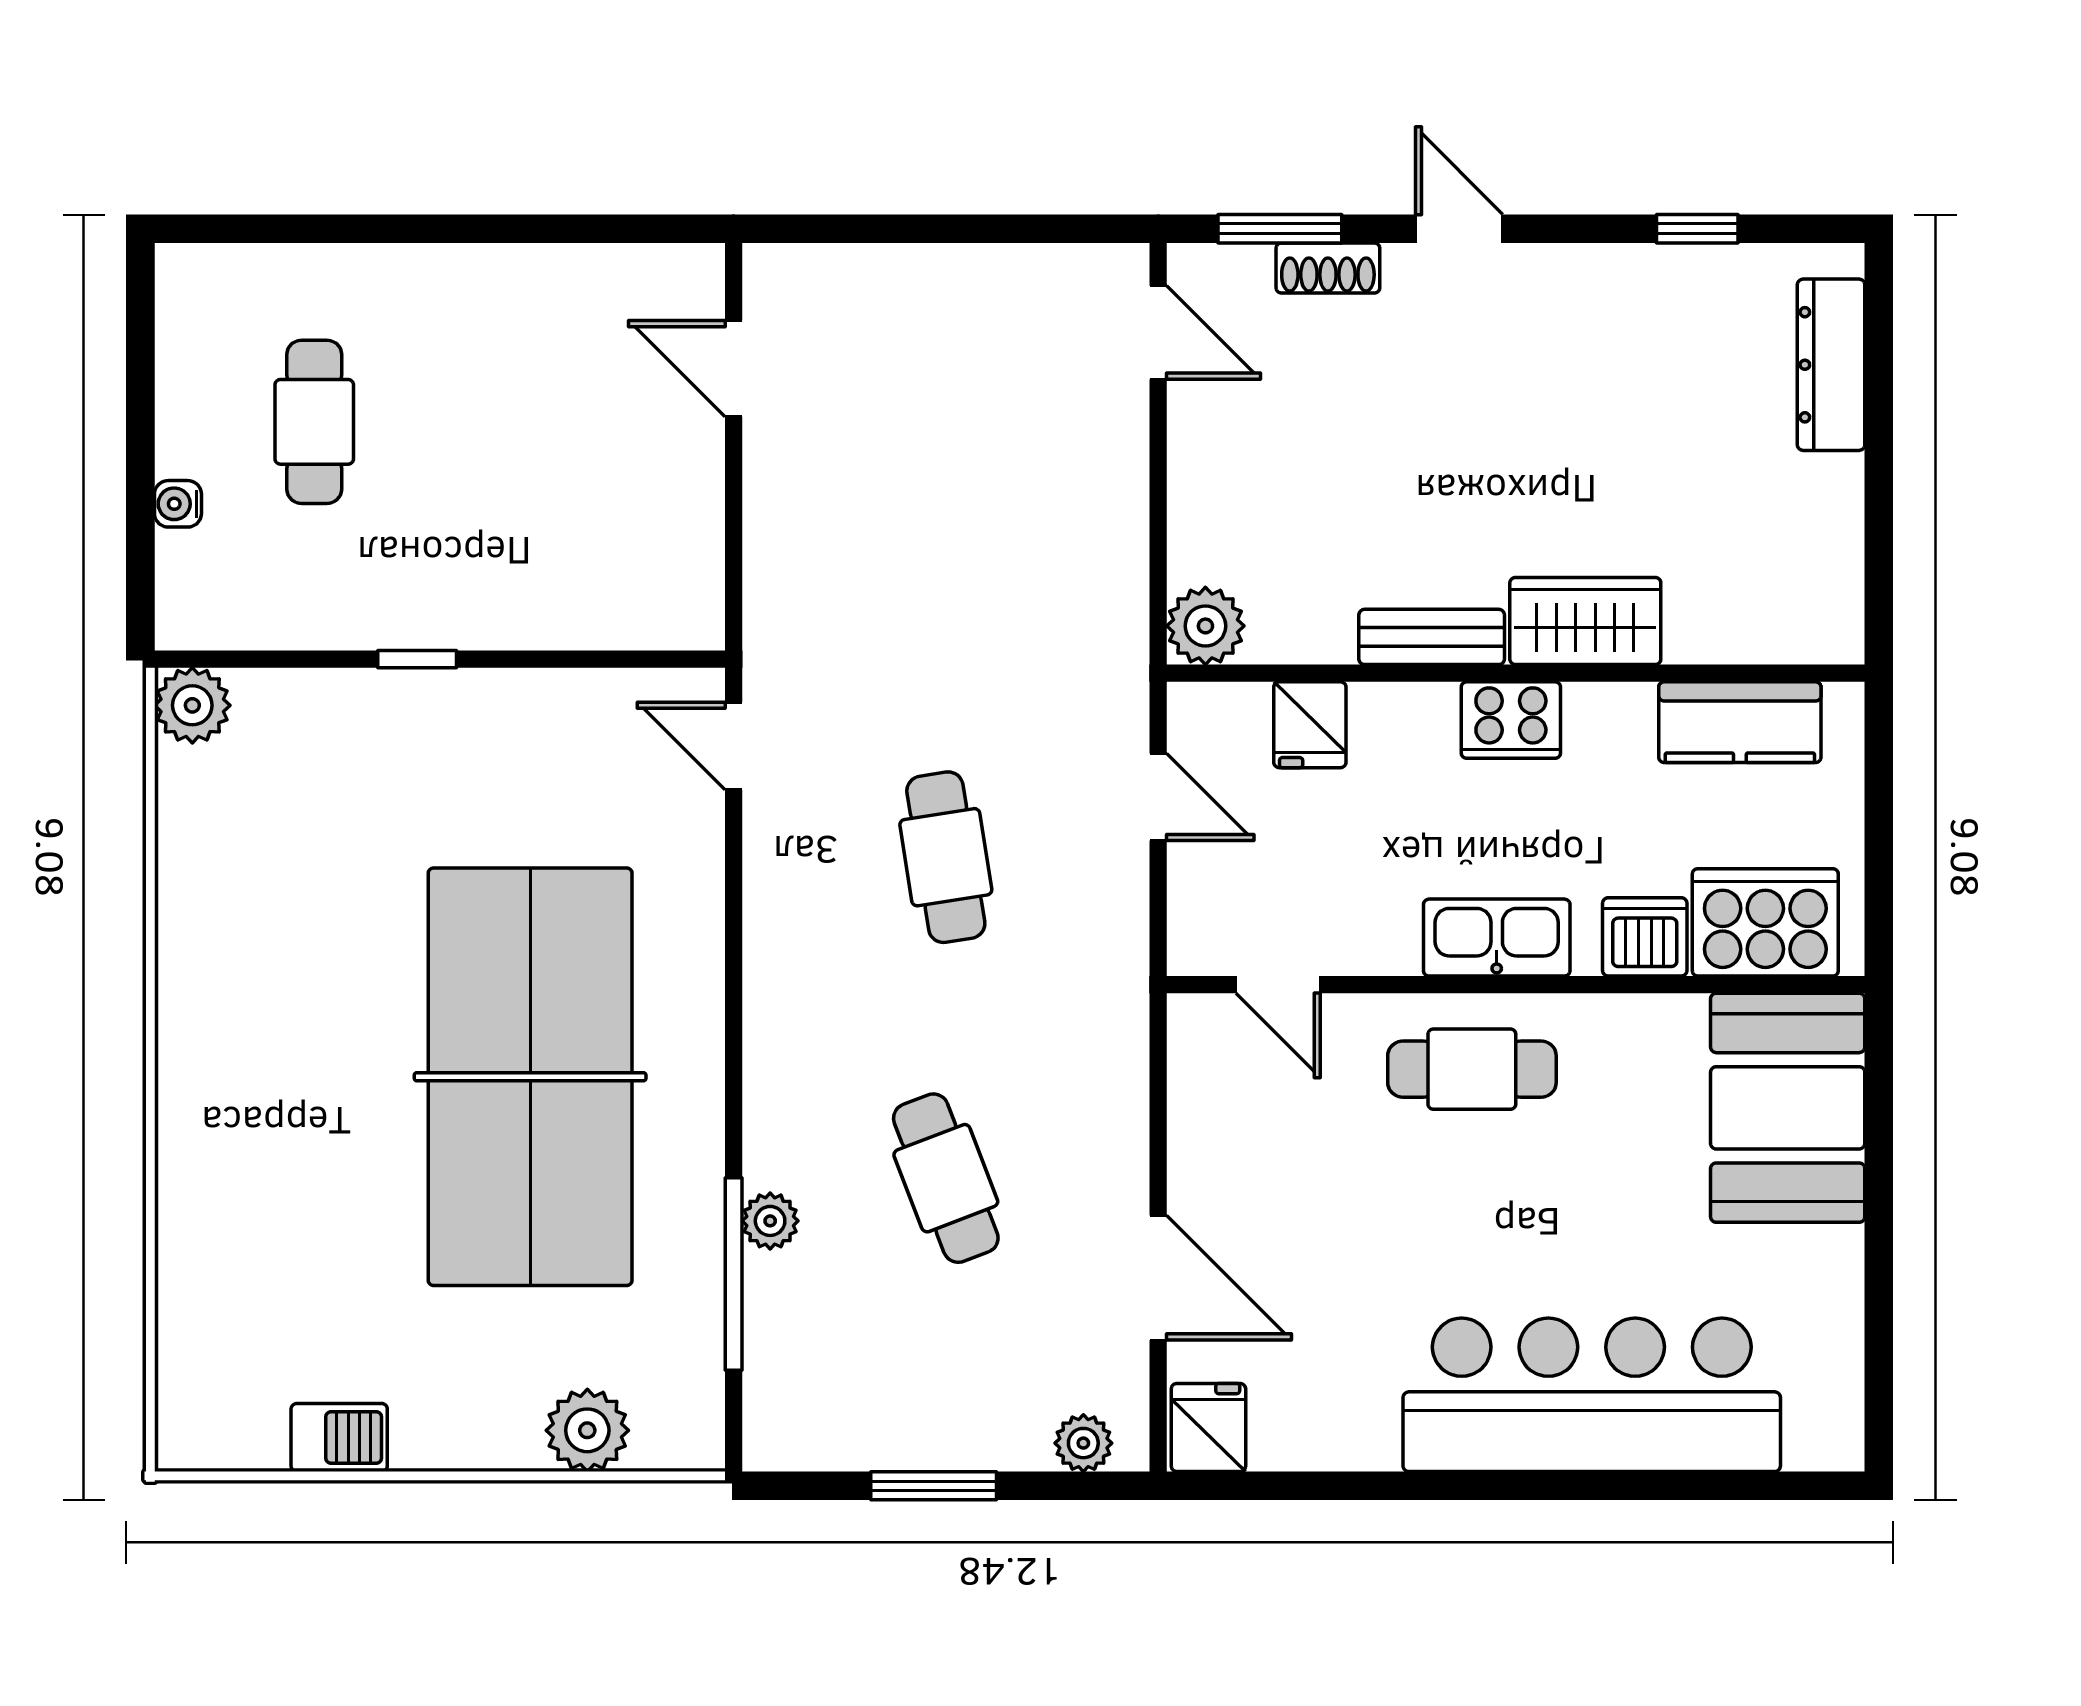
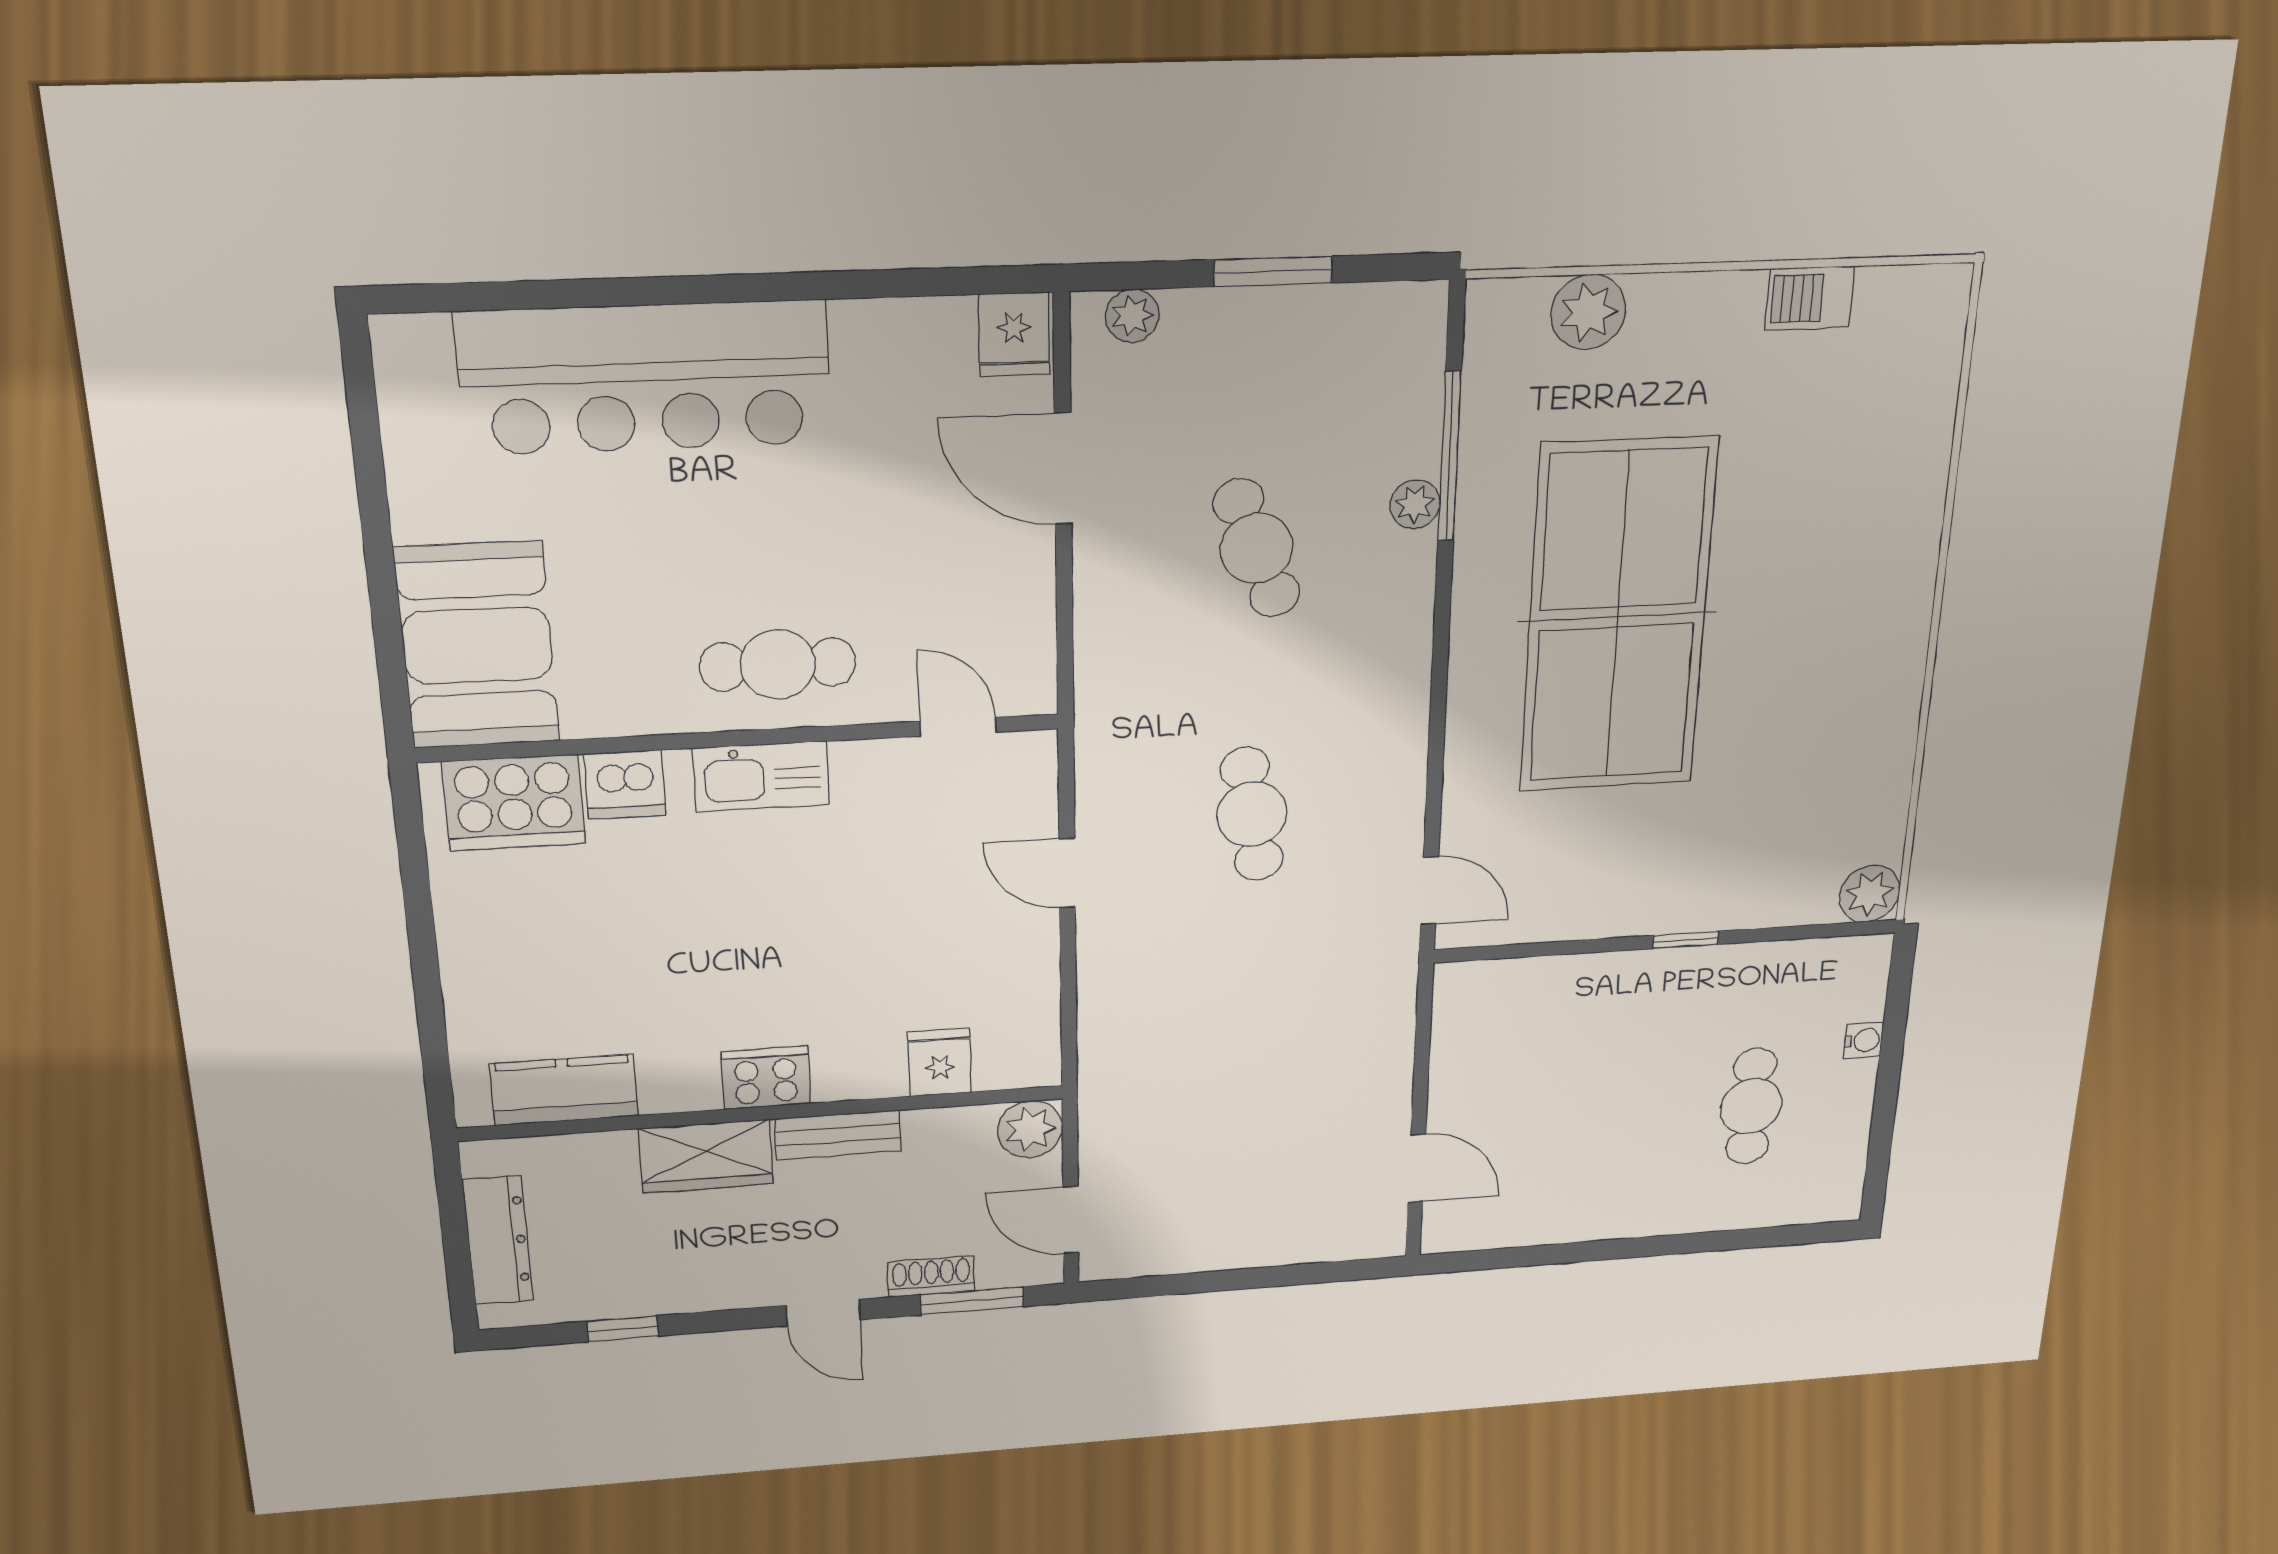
wardrobe: (1585, 621) -> (706, 1156), moved
plant: (1205, 626) -> (1030, 1129), moved
bench: (1432, 637) -> (838, 1135), moved
wall: (1516, 673) -> (764, 1113), moved
cooker: (1511, 720) -> (766, 1078), moved
kitchen counter: (1740, 722) -> (564, 1090), moved
fridge: (1310, 725) -> (940, 1062), moved

